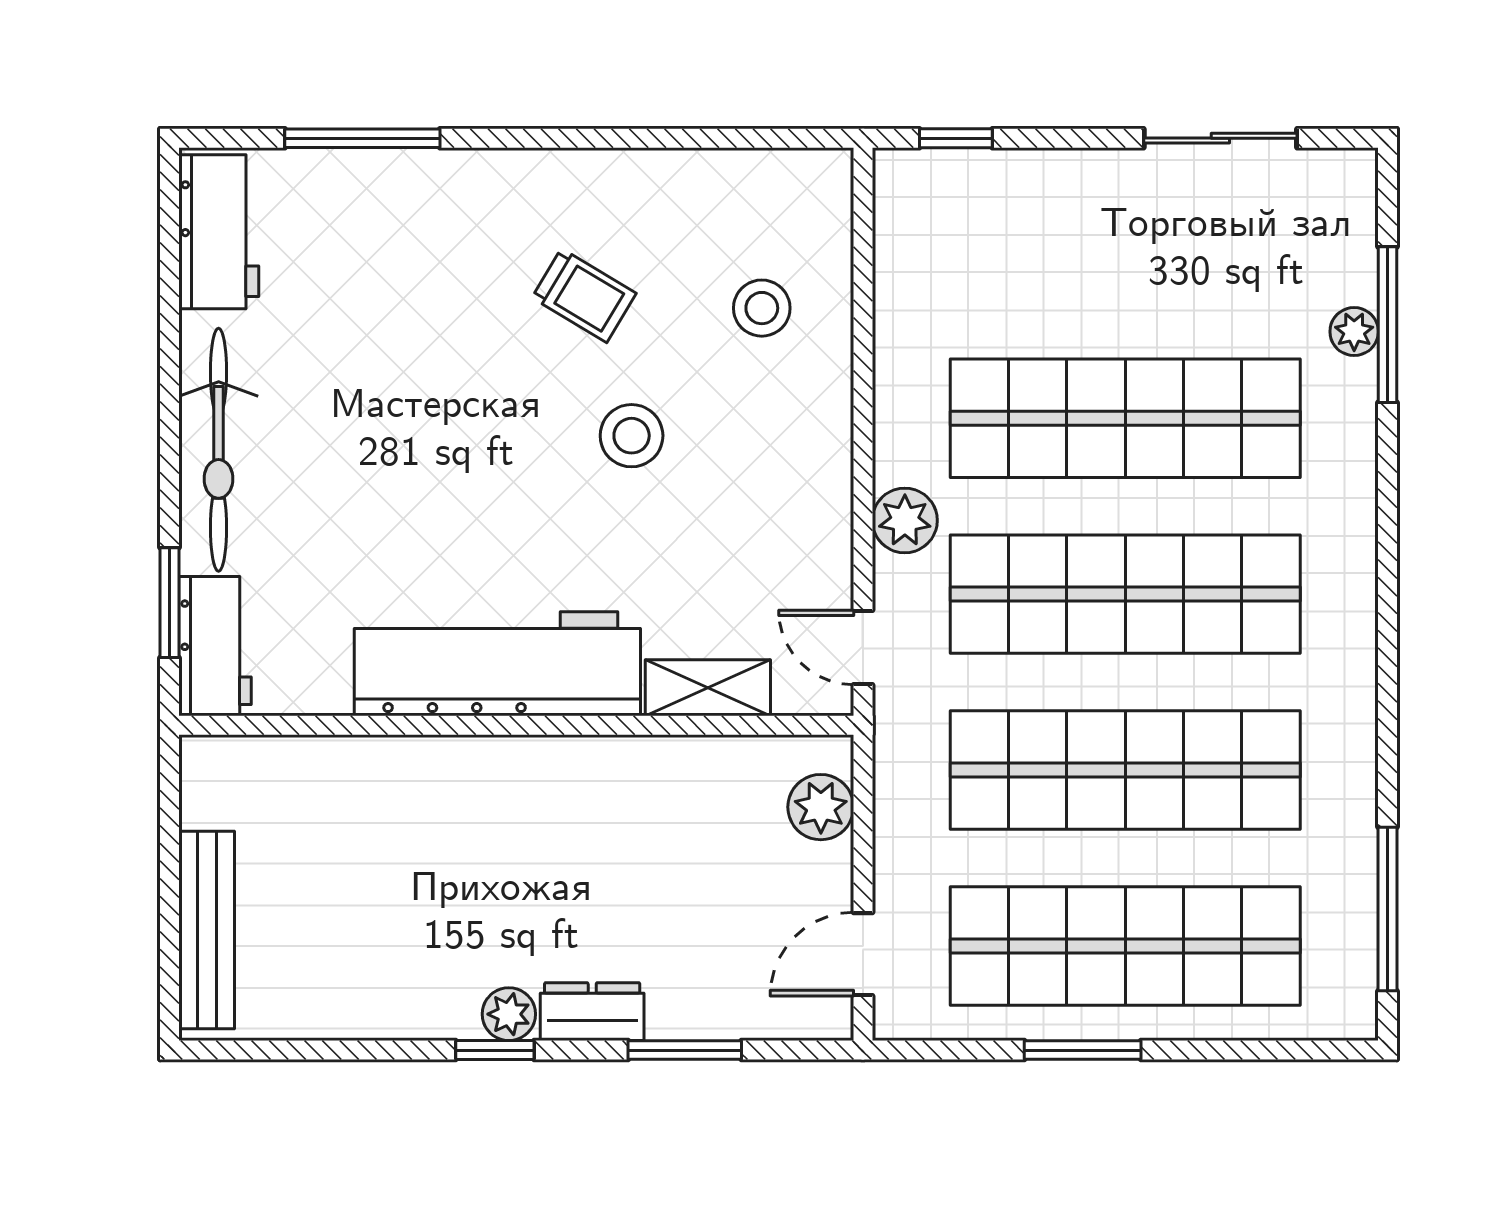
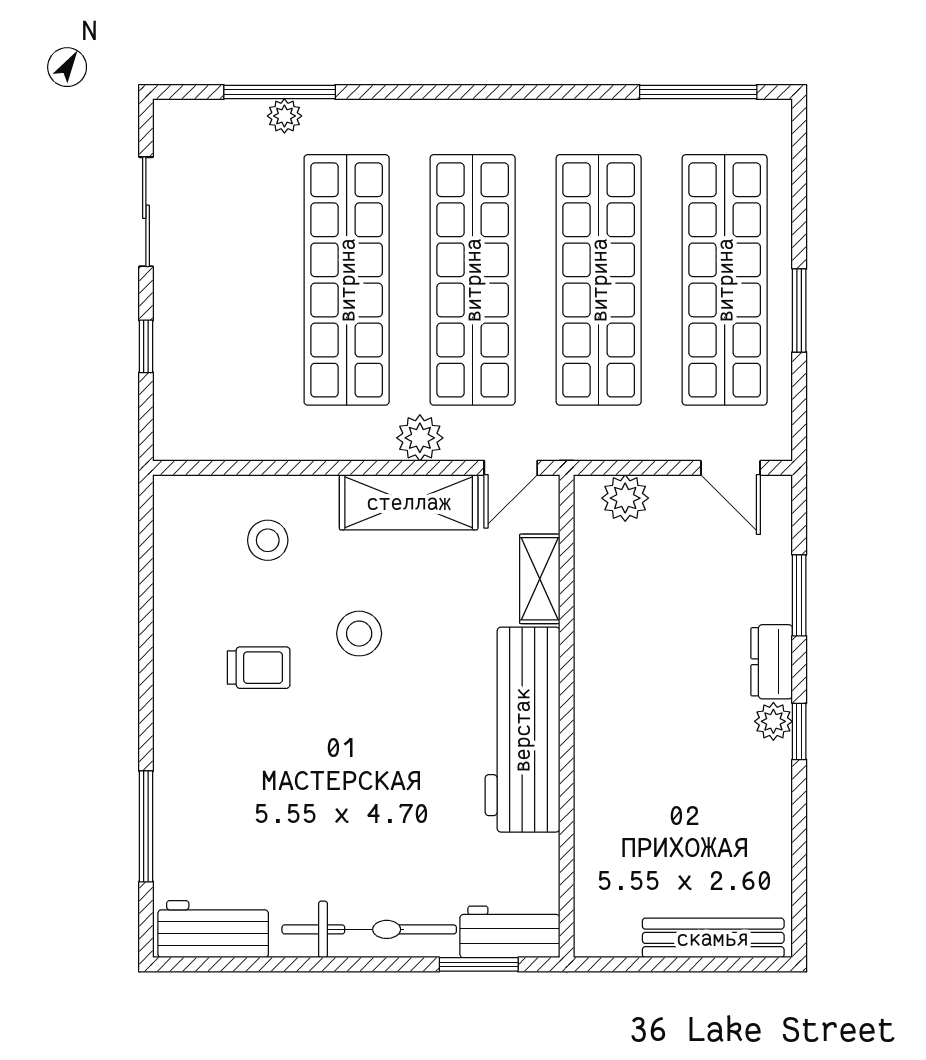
window: (956, 138) -> (146, 346), moved
trolley: (584, 295) -> (259, 668), turned 59
shelving: (815, 505) -> (409, 502), added

